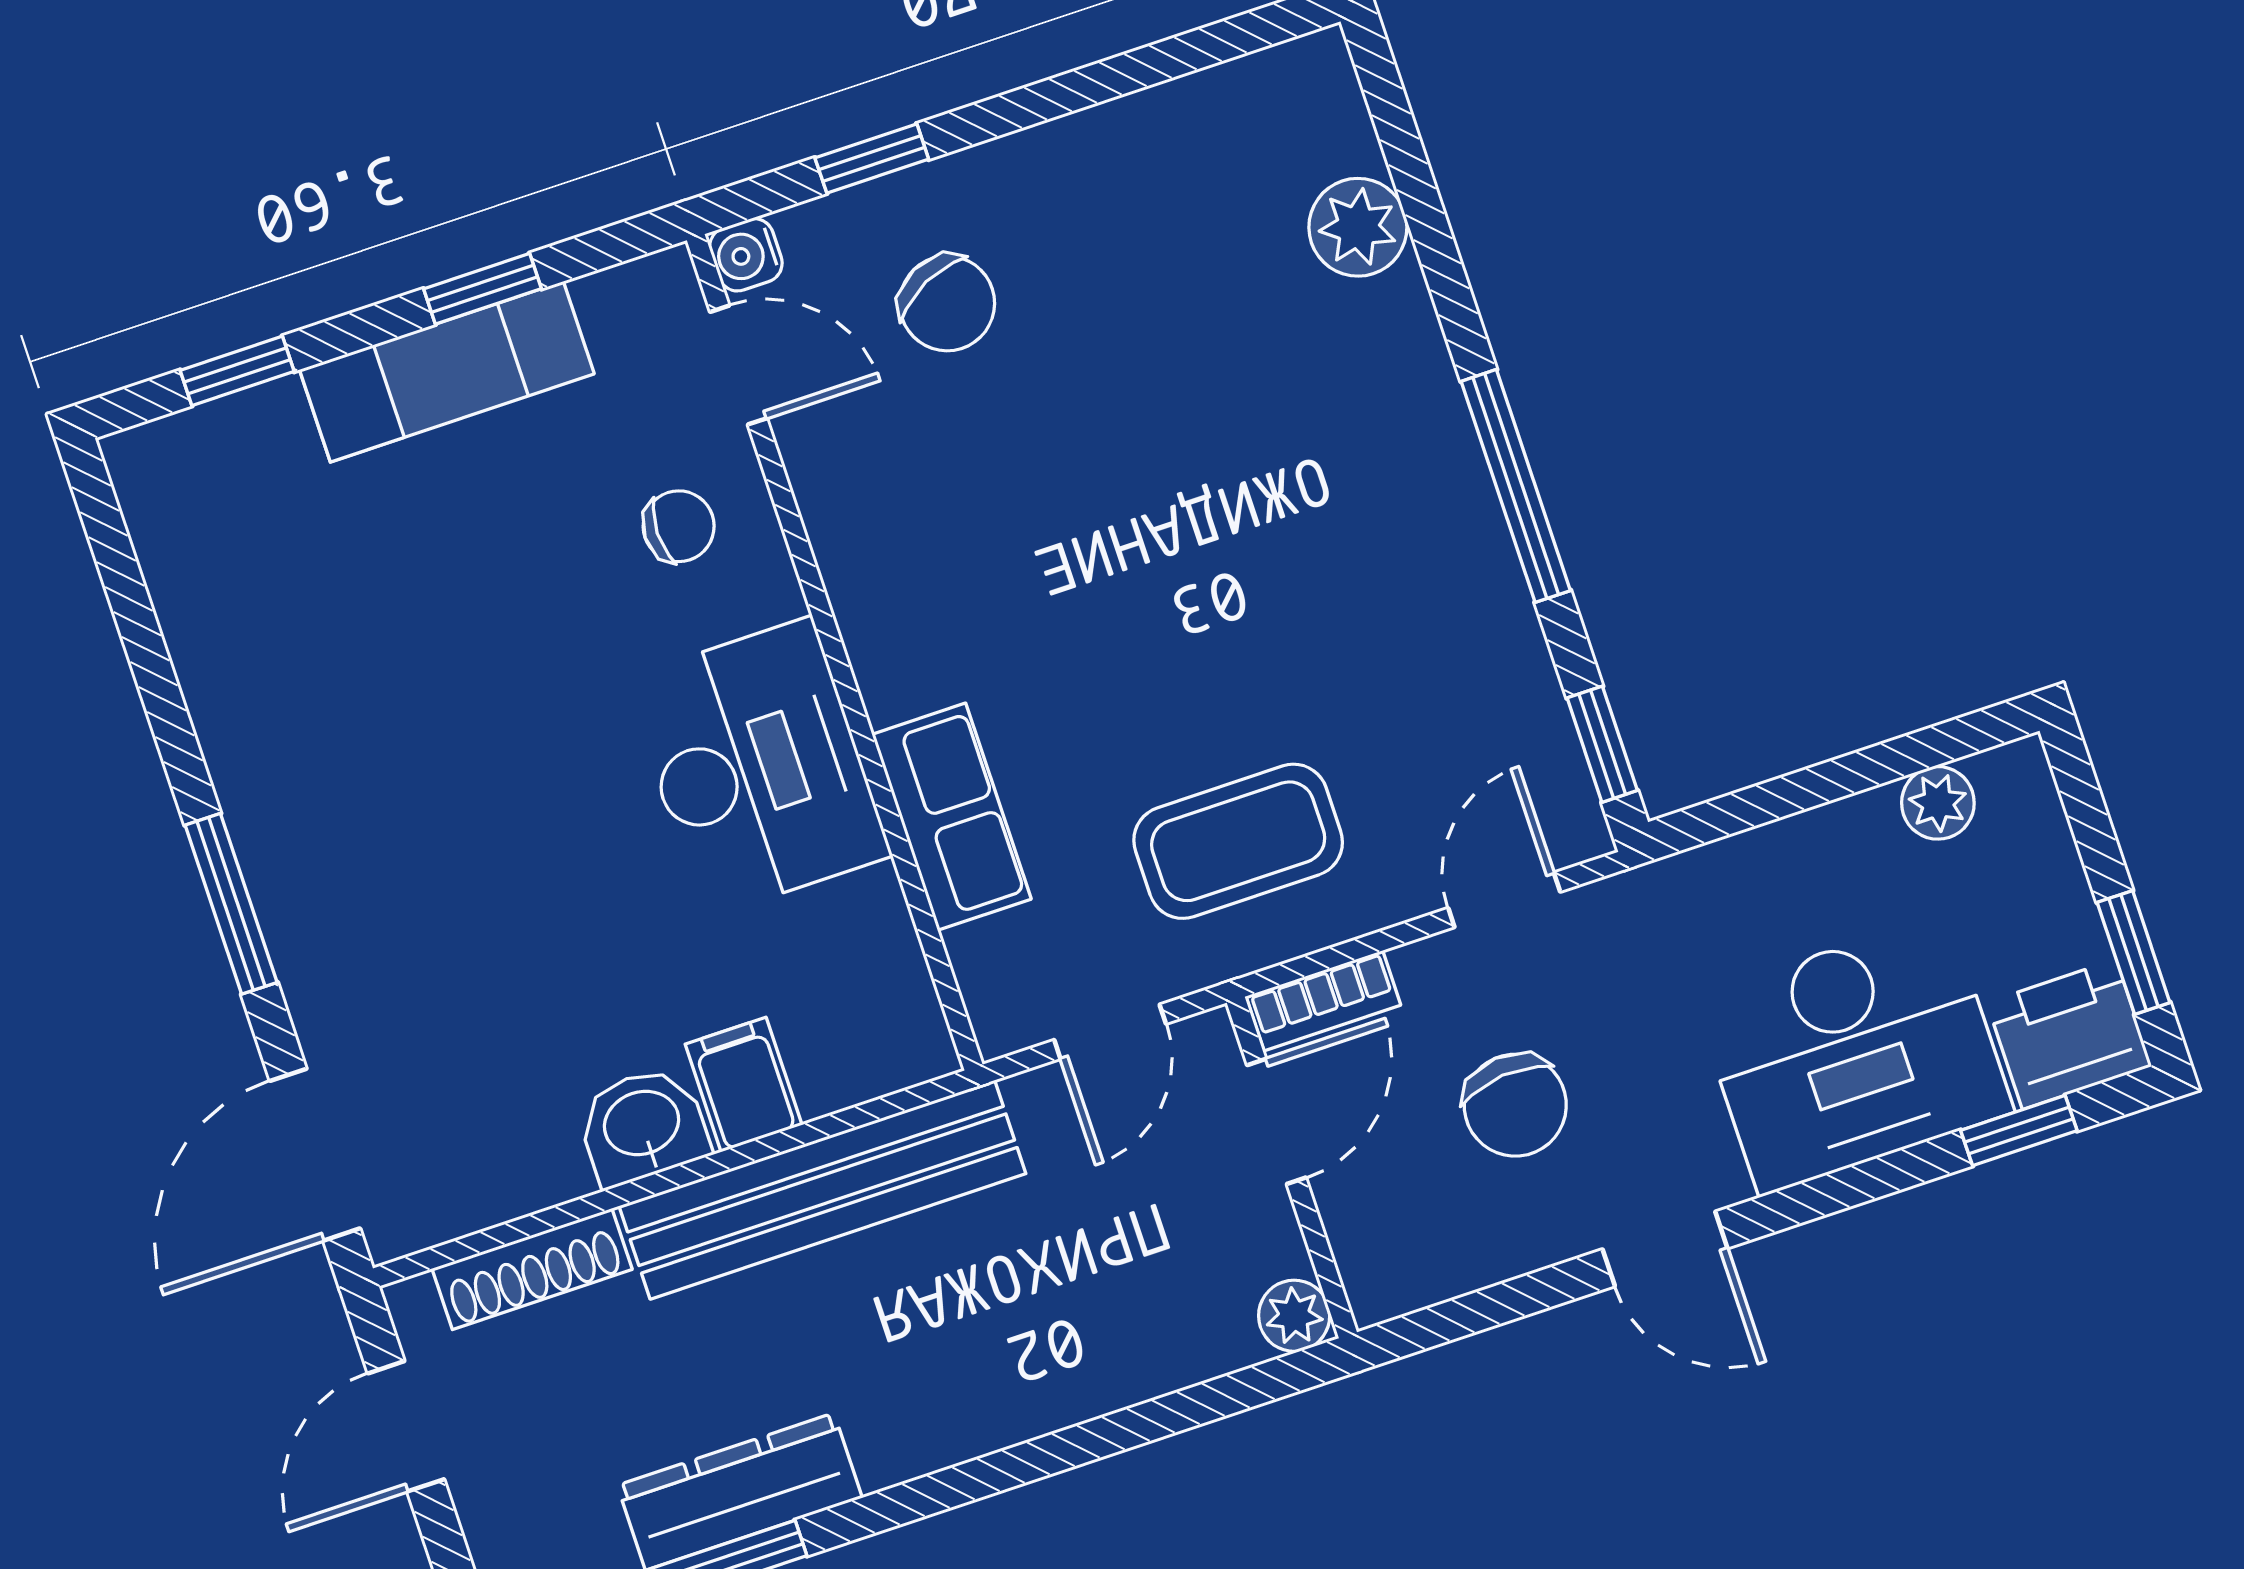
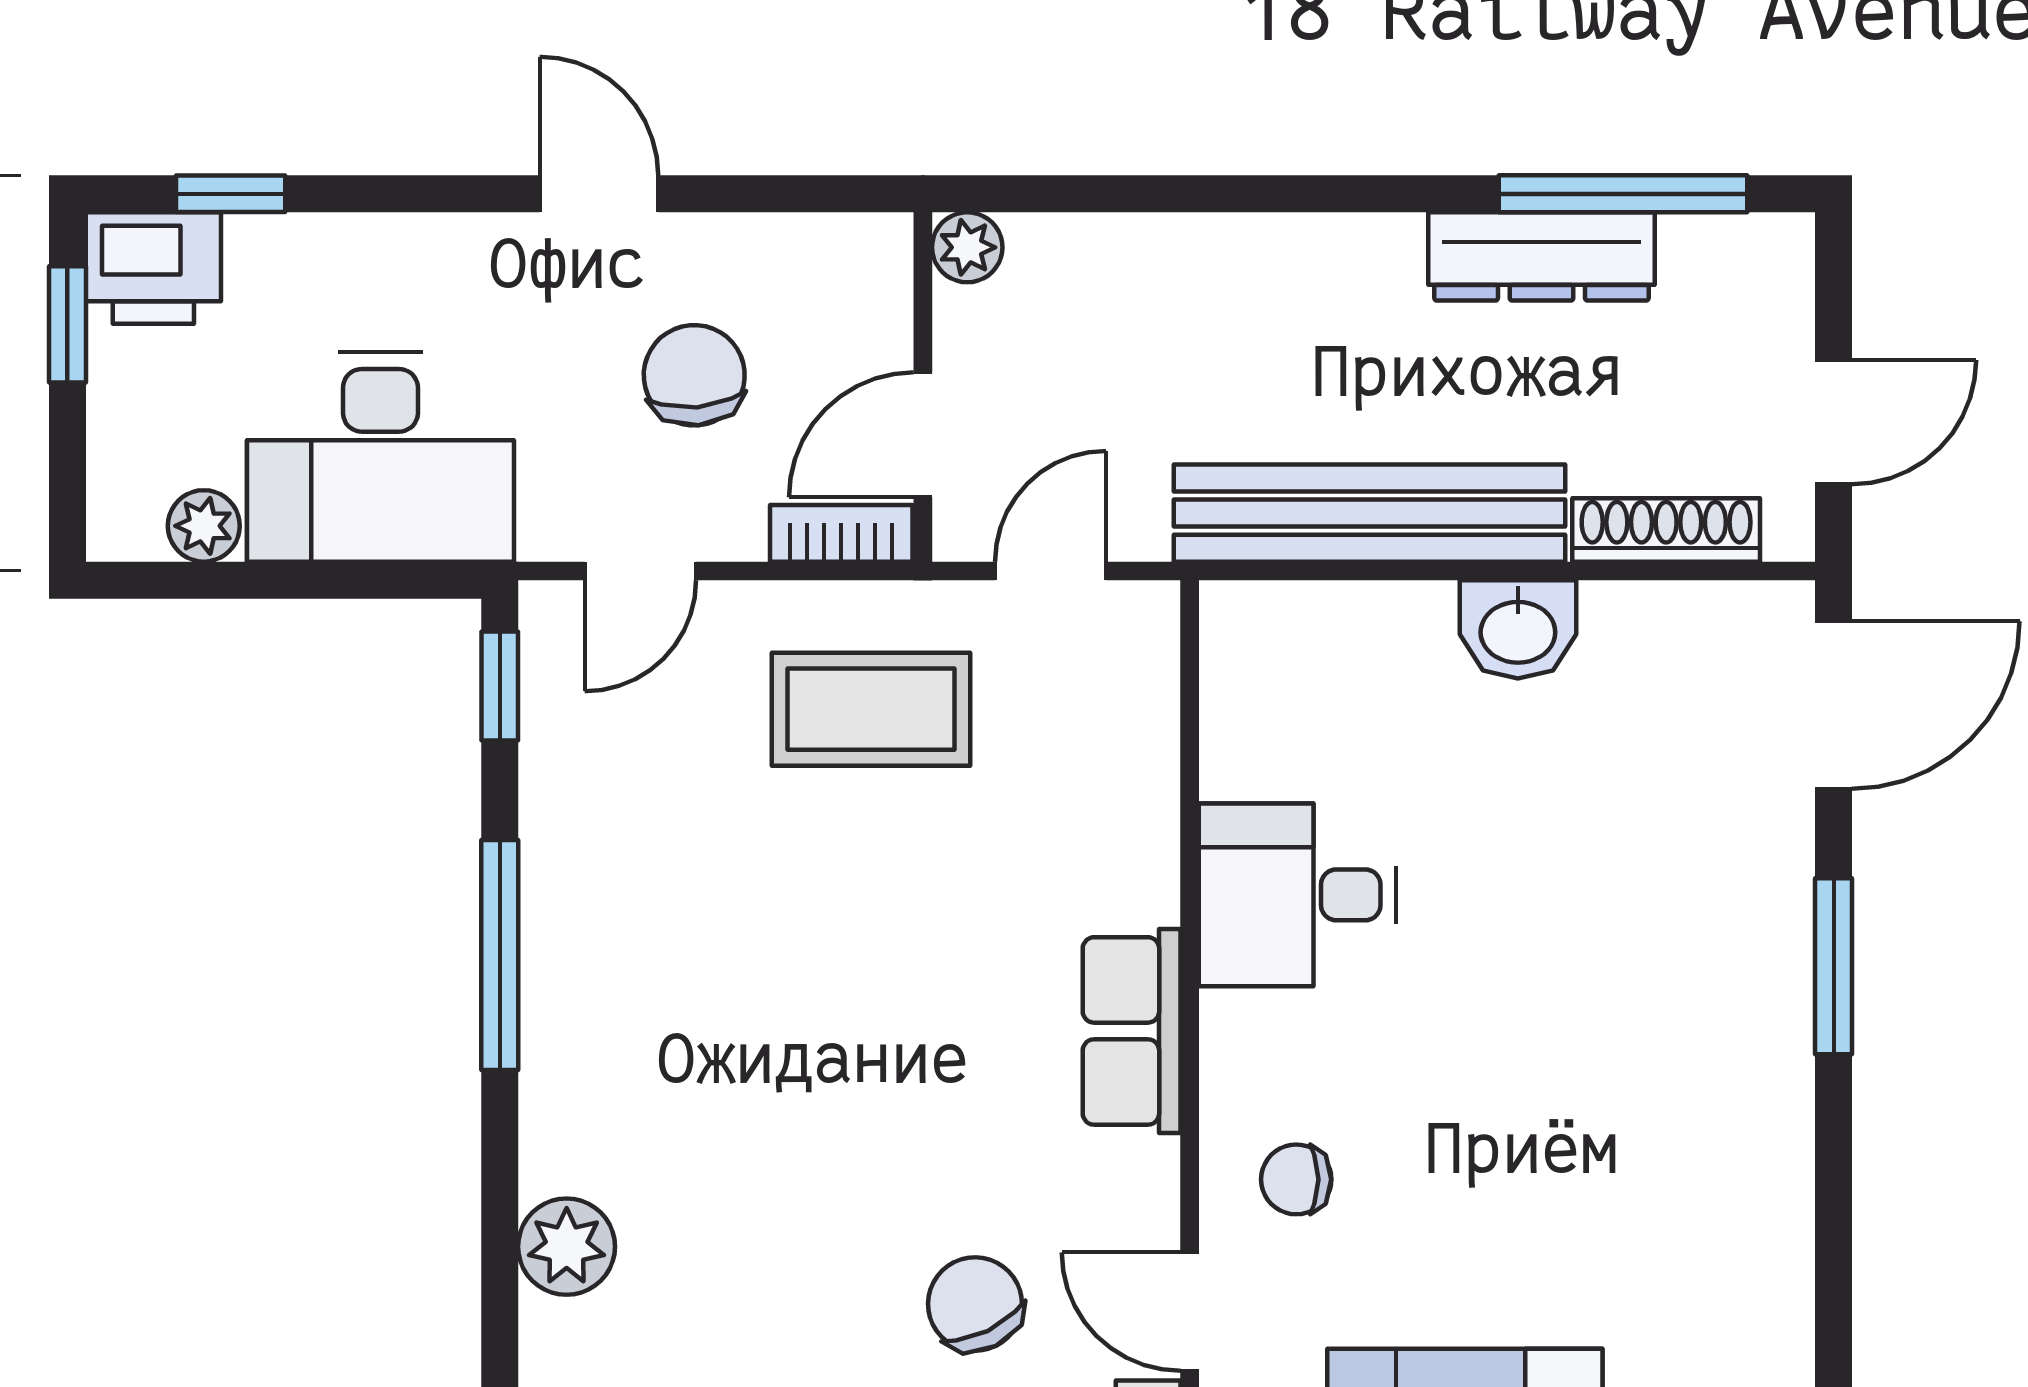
desk: (758, 767) -> (1297, 895), width x0.73
row of seats: (952, 817) -> (1132, 1031), moved
desk: (1853, 1054) -> (380, 457), moved, turned 180
filing cabinet: (744, 1085) -> (1410, 636), removed

